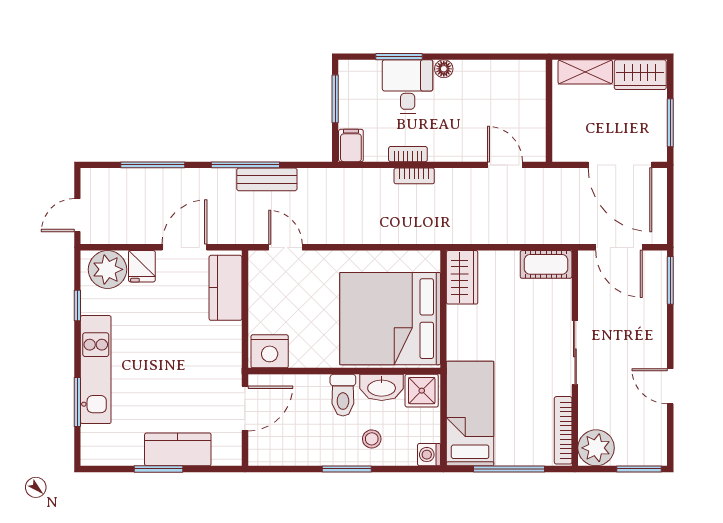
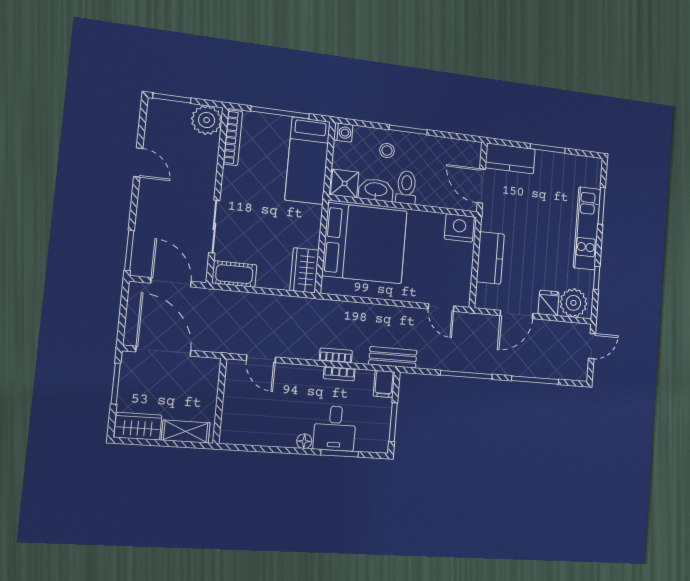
bench: (267, 179) -> (393, 357), moved
kitchen counter: (226, 288) -> (490, 258), moved
sliding door: (575, 353) -> (214, 226), moved
door: (245, 408) -> (481, 186), hinge flipped
kitchen counter: (178, 449) -> (510, 158), moved

